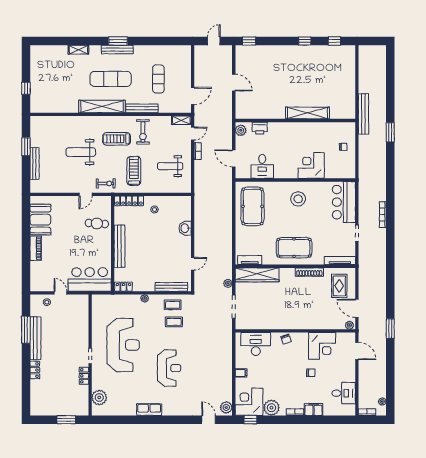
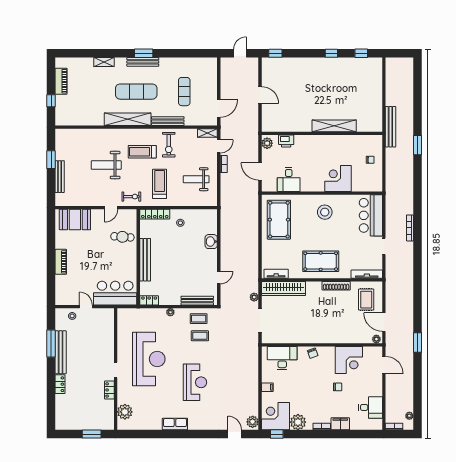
piano: (36, 69) -> (61, 81), added
booth: (40, 220) -> (75, 220), moved, turned 90

